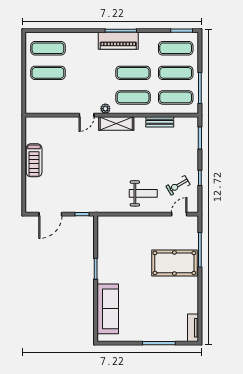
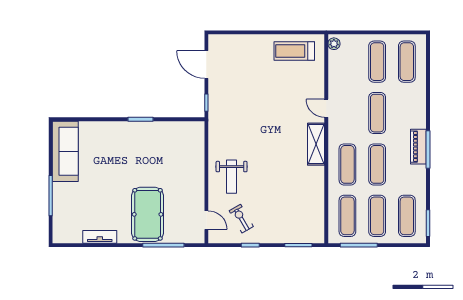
piano: (118, 41) -> (418, 147), width x0.73, depth x0.75
exercise mat: (91, 73) -> (377, 113), added
plant: (105, 109) -> (334, 44), moved
bench: (160, 122) -> (318, 197), removed
treadmill: (34, 160) -> (294, 51), moved
sofa: (108, 309) -> (65, 151), moved, turned -90
tv unit: (193, 328) -> (100, 237), moved

